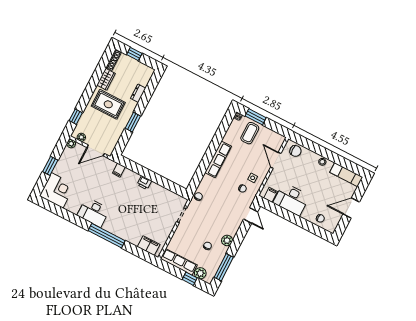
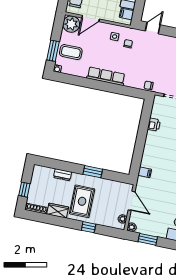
window: (76, 117) -> (89, 227), moved
plant: (276, 141) -> (71, 24), added
window: (50, 166) -> (148, 239), moved
printer: (144, 183) -> (154, 125), moved

